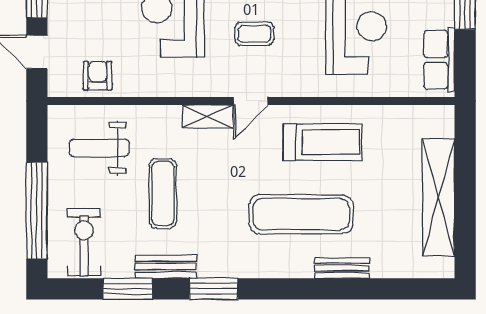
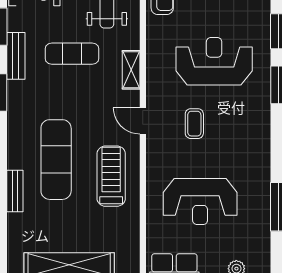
shelving: (208, 116) -> (131, 70), moved
treadmill: (323, 142) -> (111, 176), turned 180

